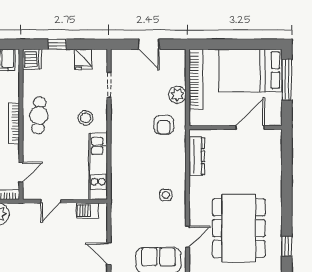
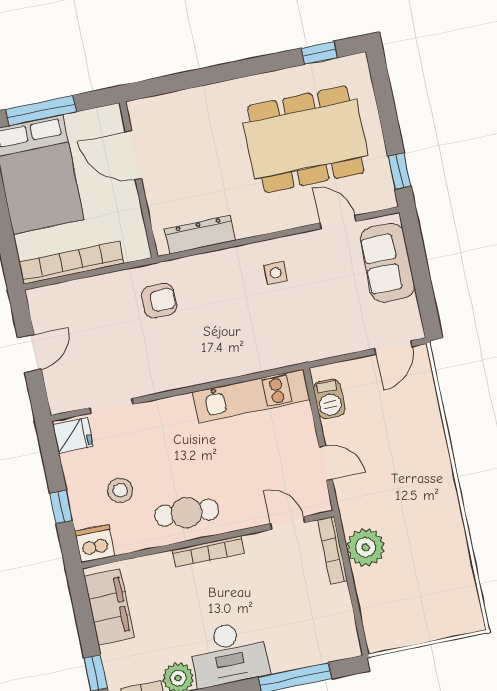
fridge: (83, 59) -> (73, 435), moved
plant: (177, 95) -> (104, 288), removed
stool: (86, 118) -> (120, 490), moved

